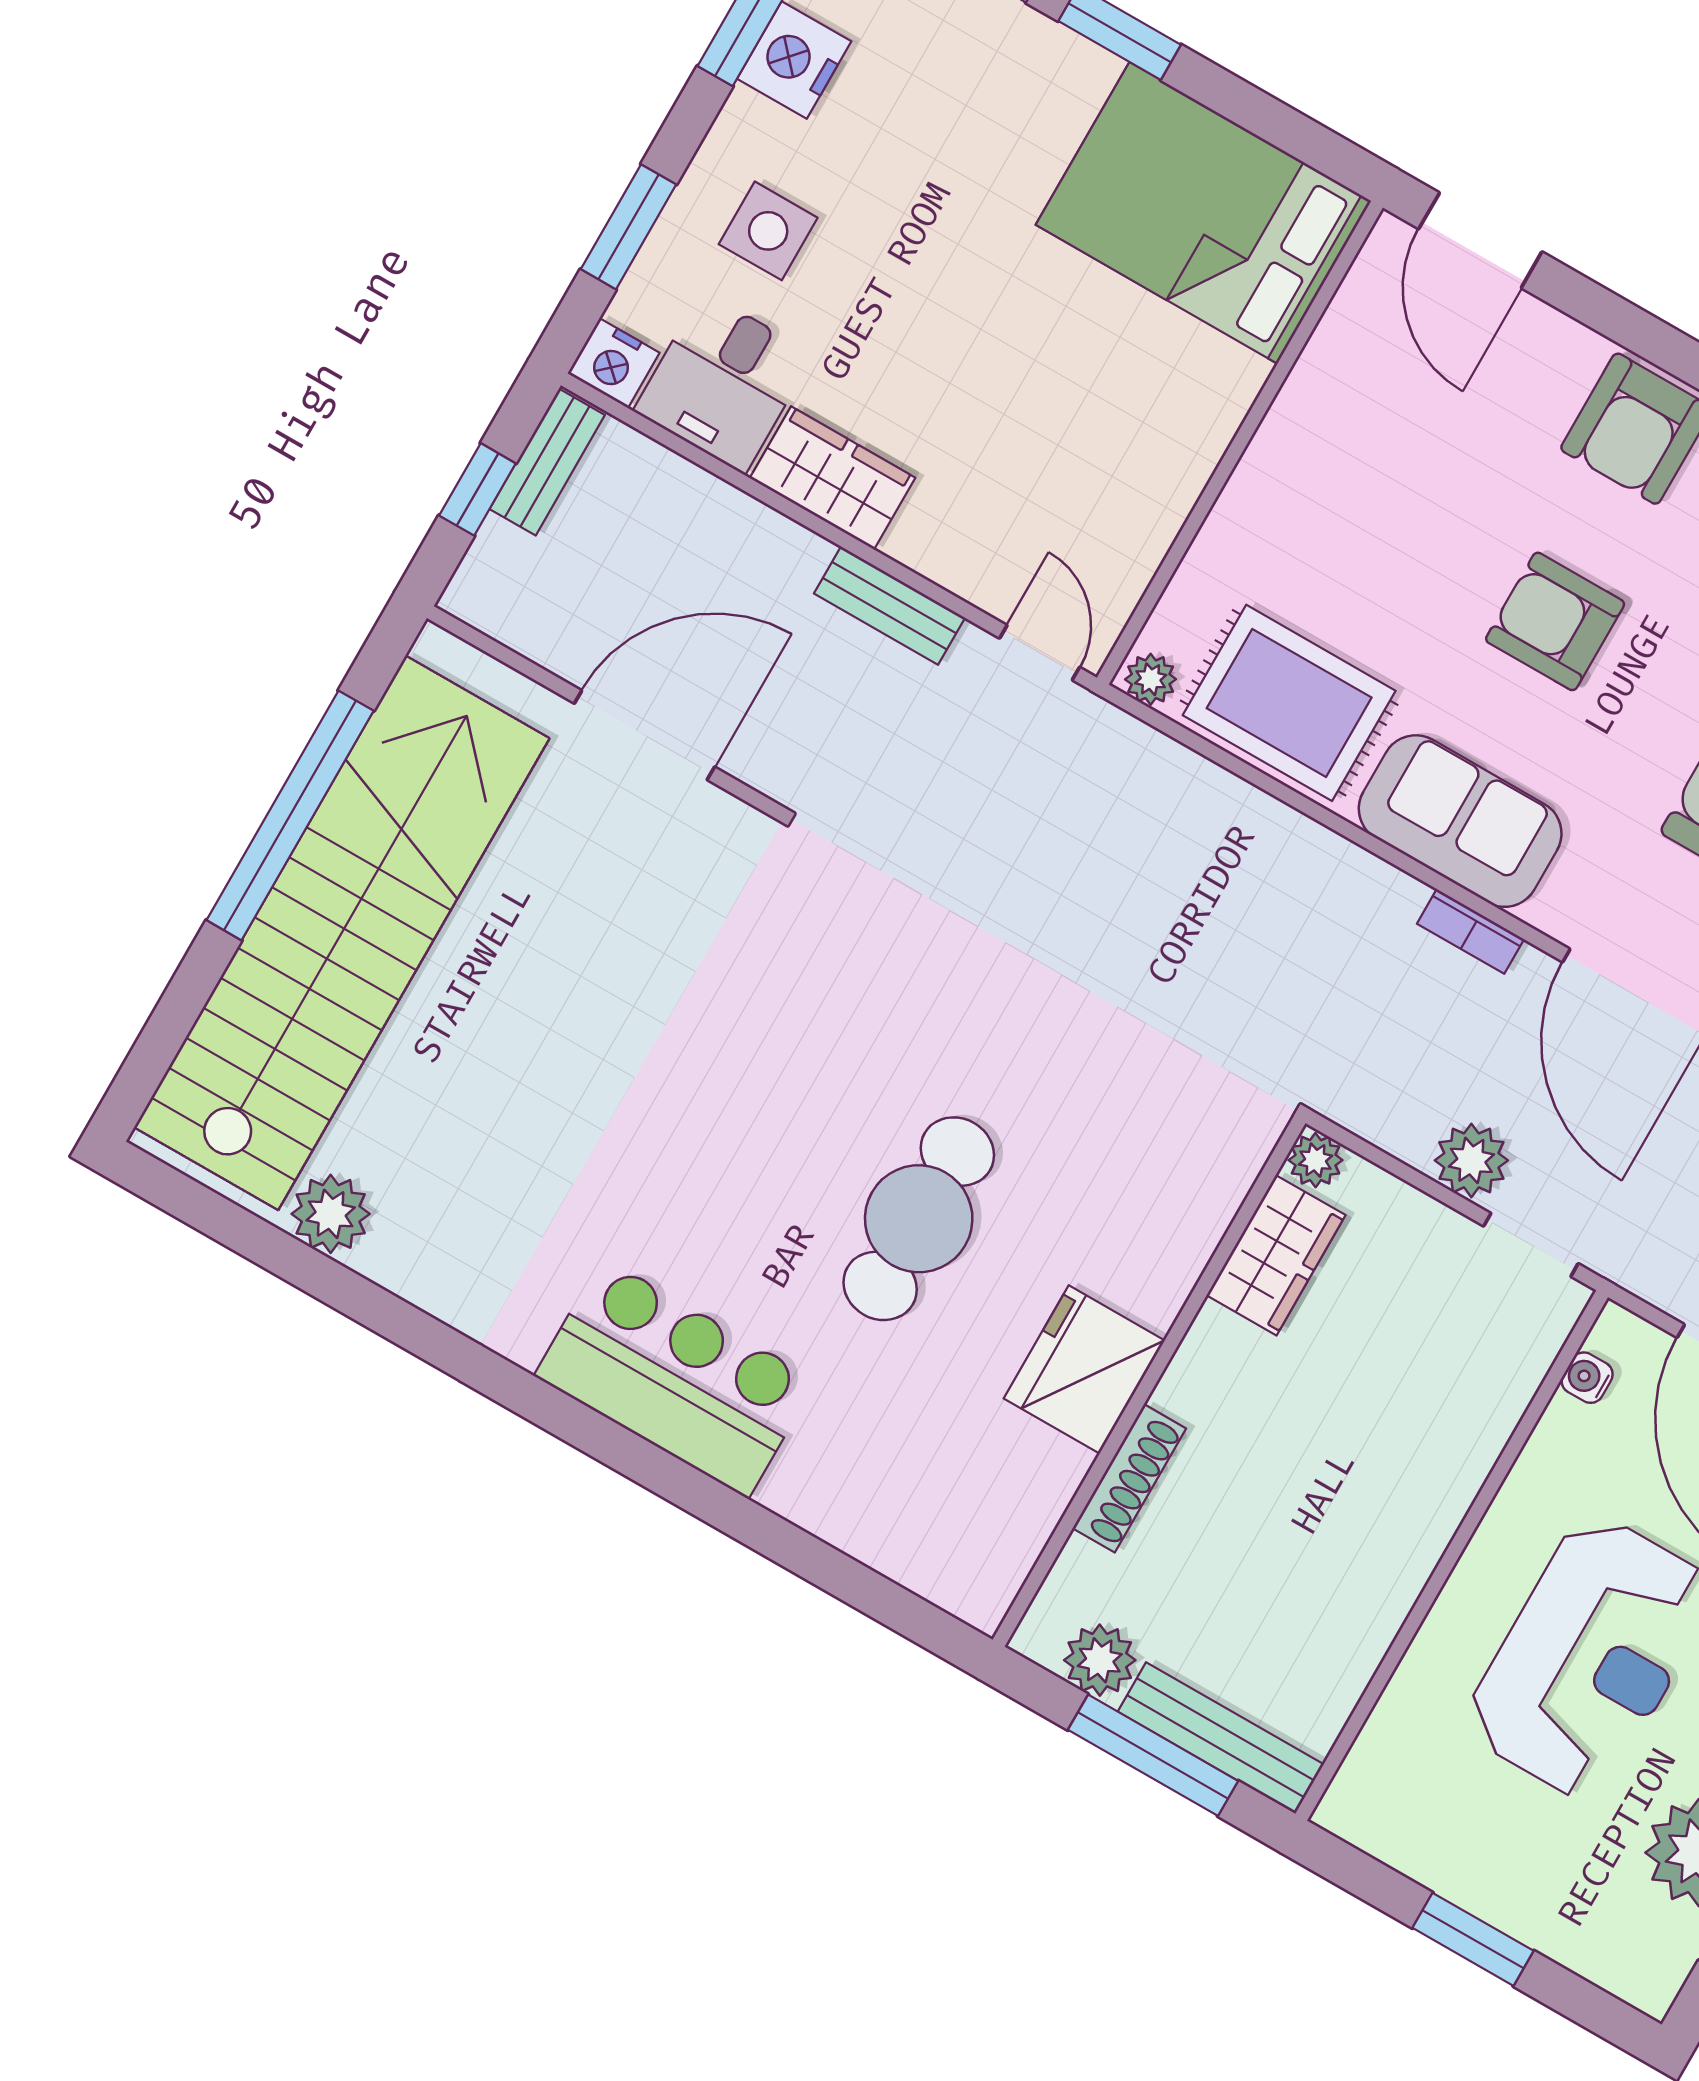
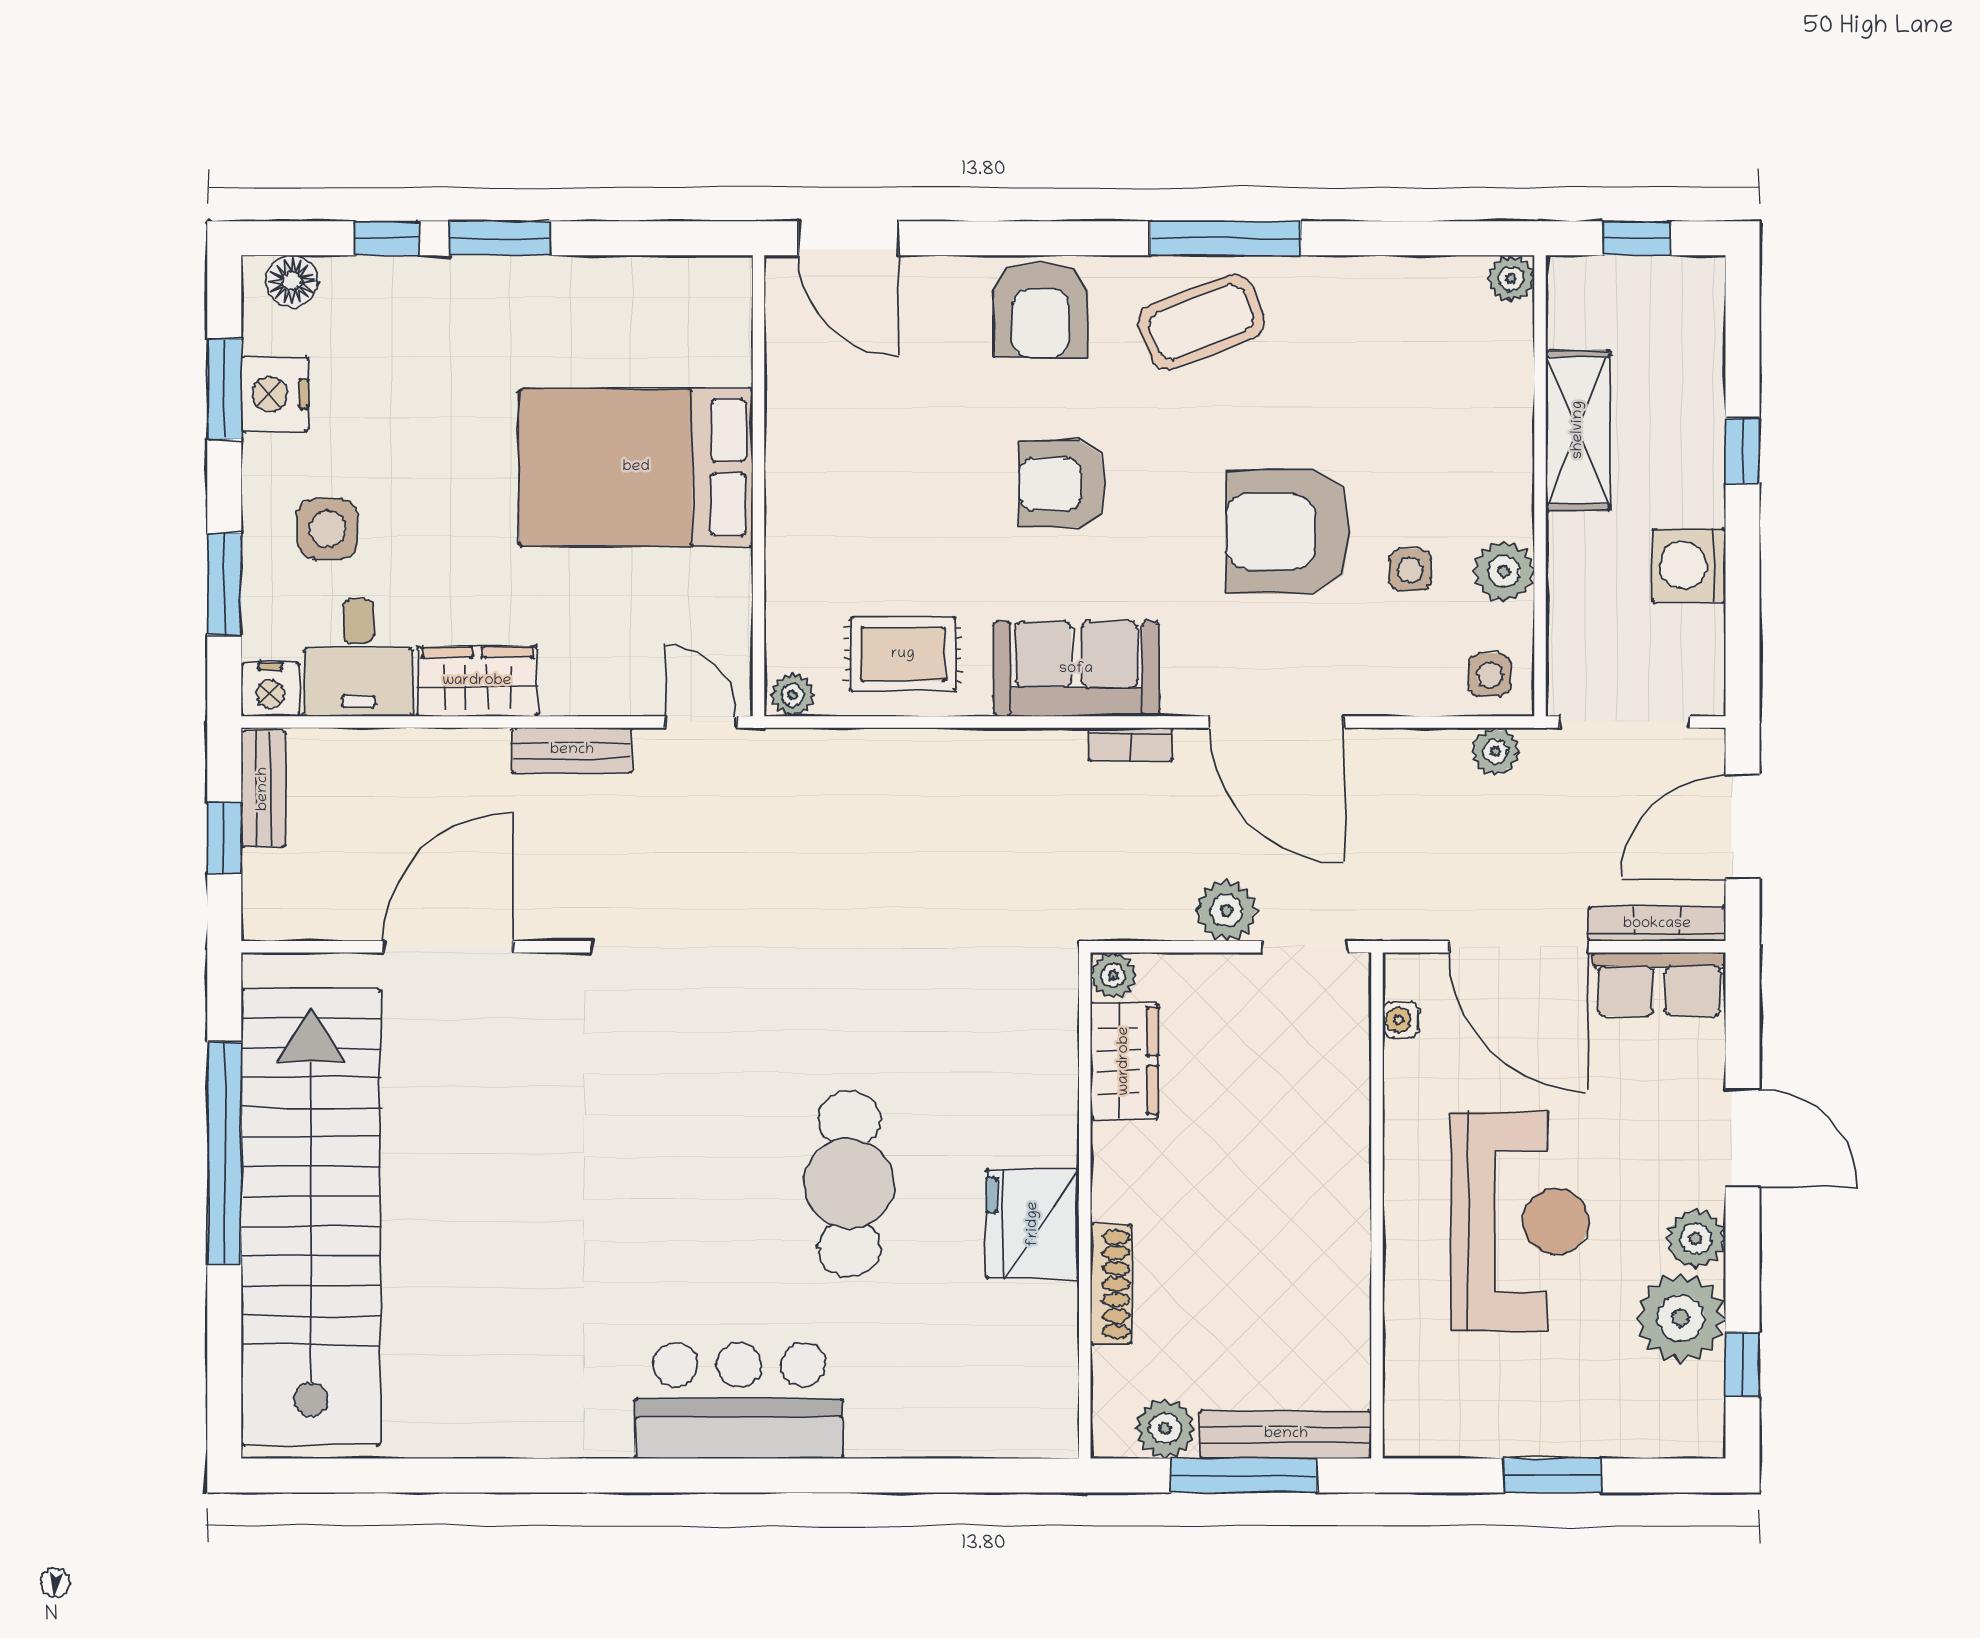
bed: (1203, 213) -> (636, 467), moved
rug: (1289, 703) -> (903, 654), width x0.73, depth x0.70
plant: (331, 1214) -> (420, 1426), removed

